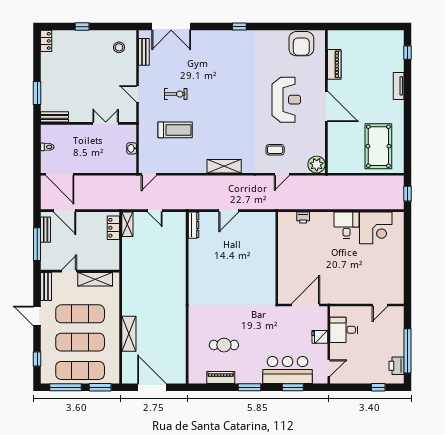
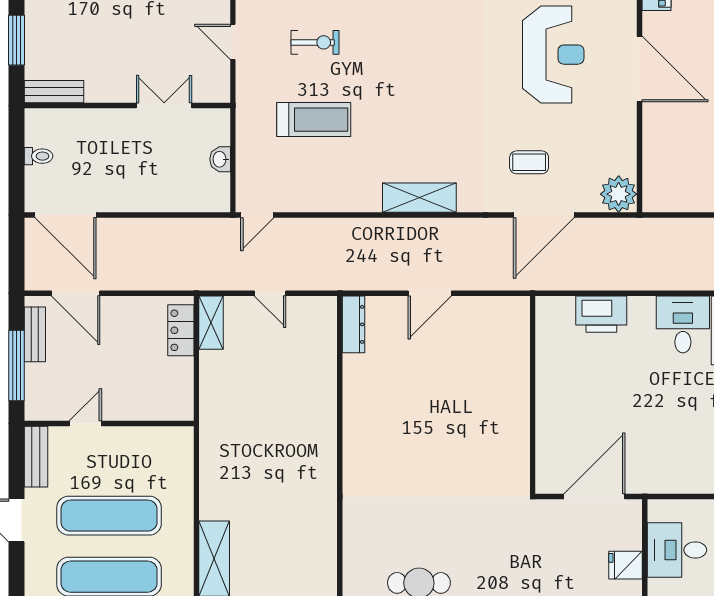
door: (282, 174) -> (544, 215), width x1.88
printer: (303, 217) -> (601, 314), width x1.87, depth x1.48
shelving: (95, 279) -> (142, 441), removed

